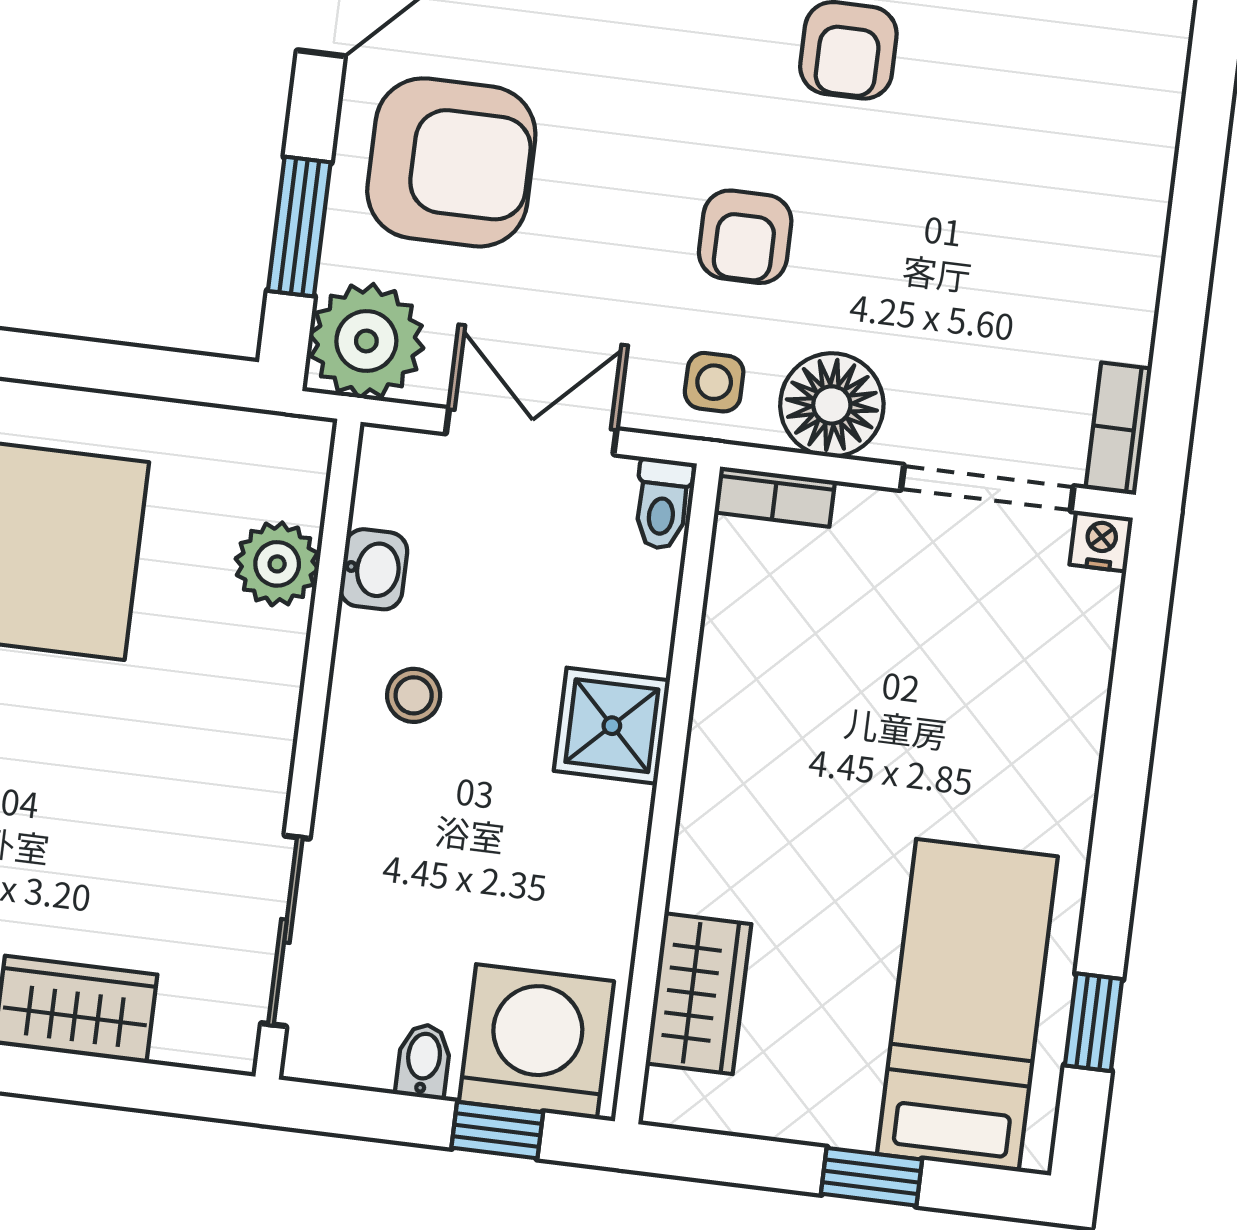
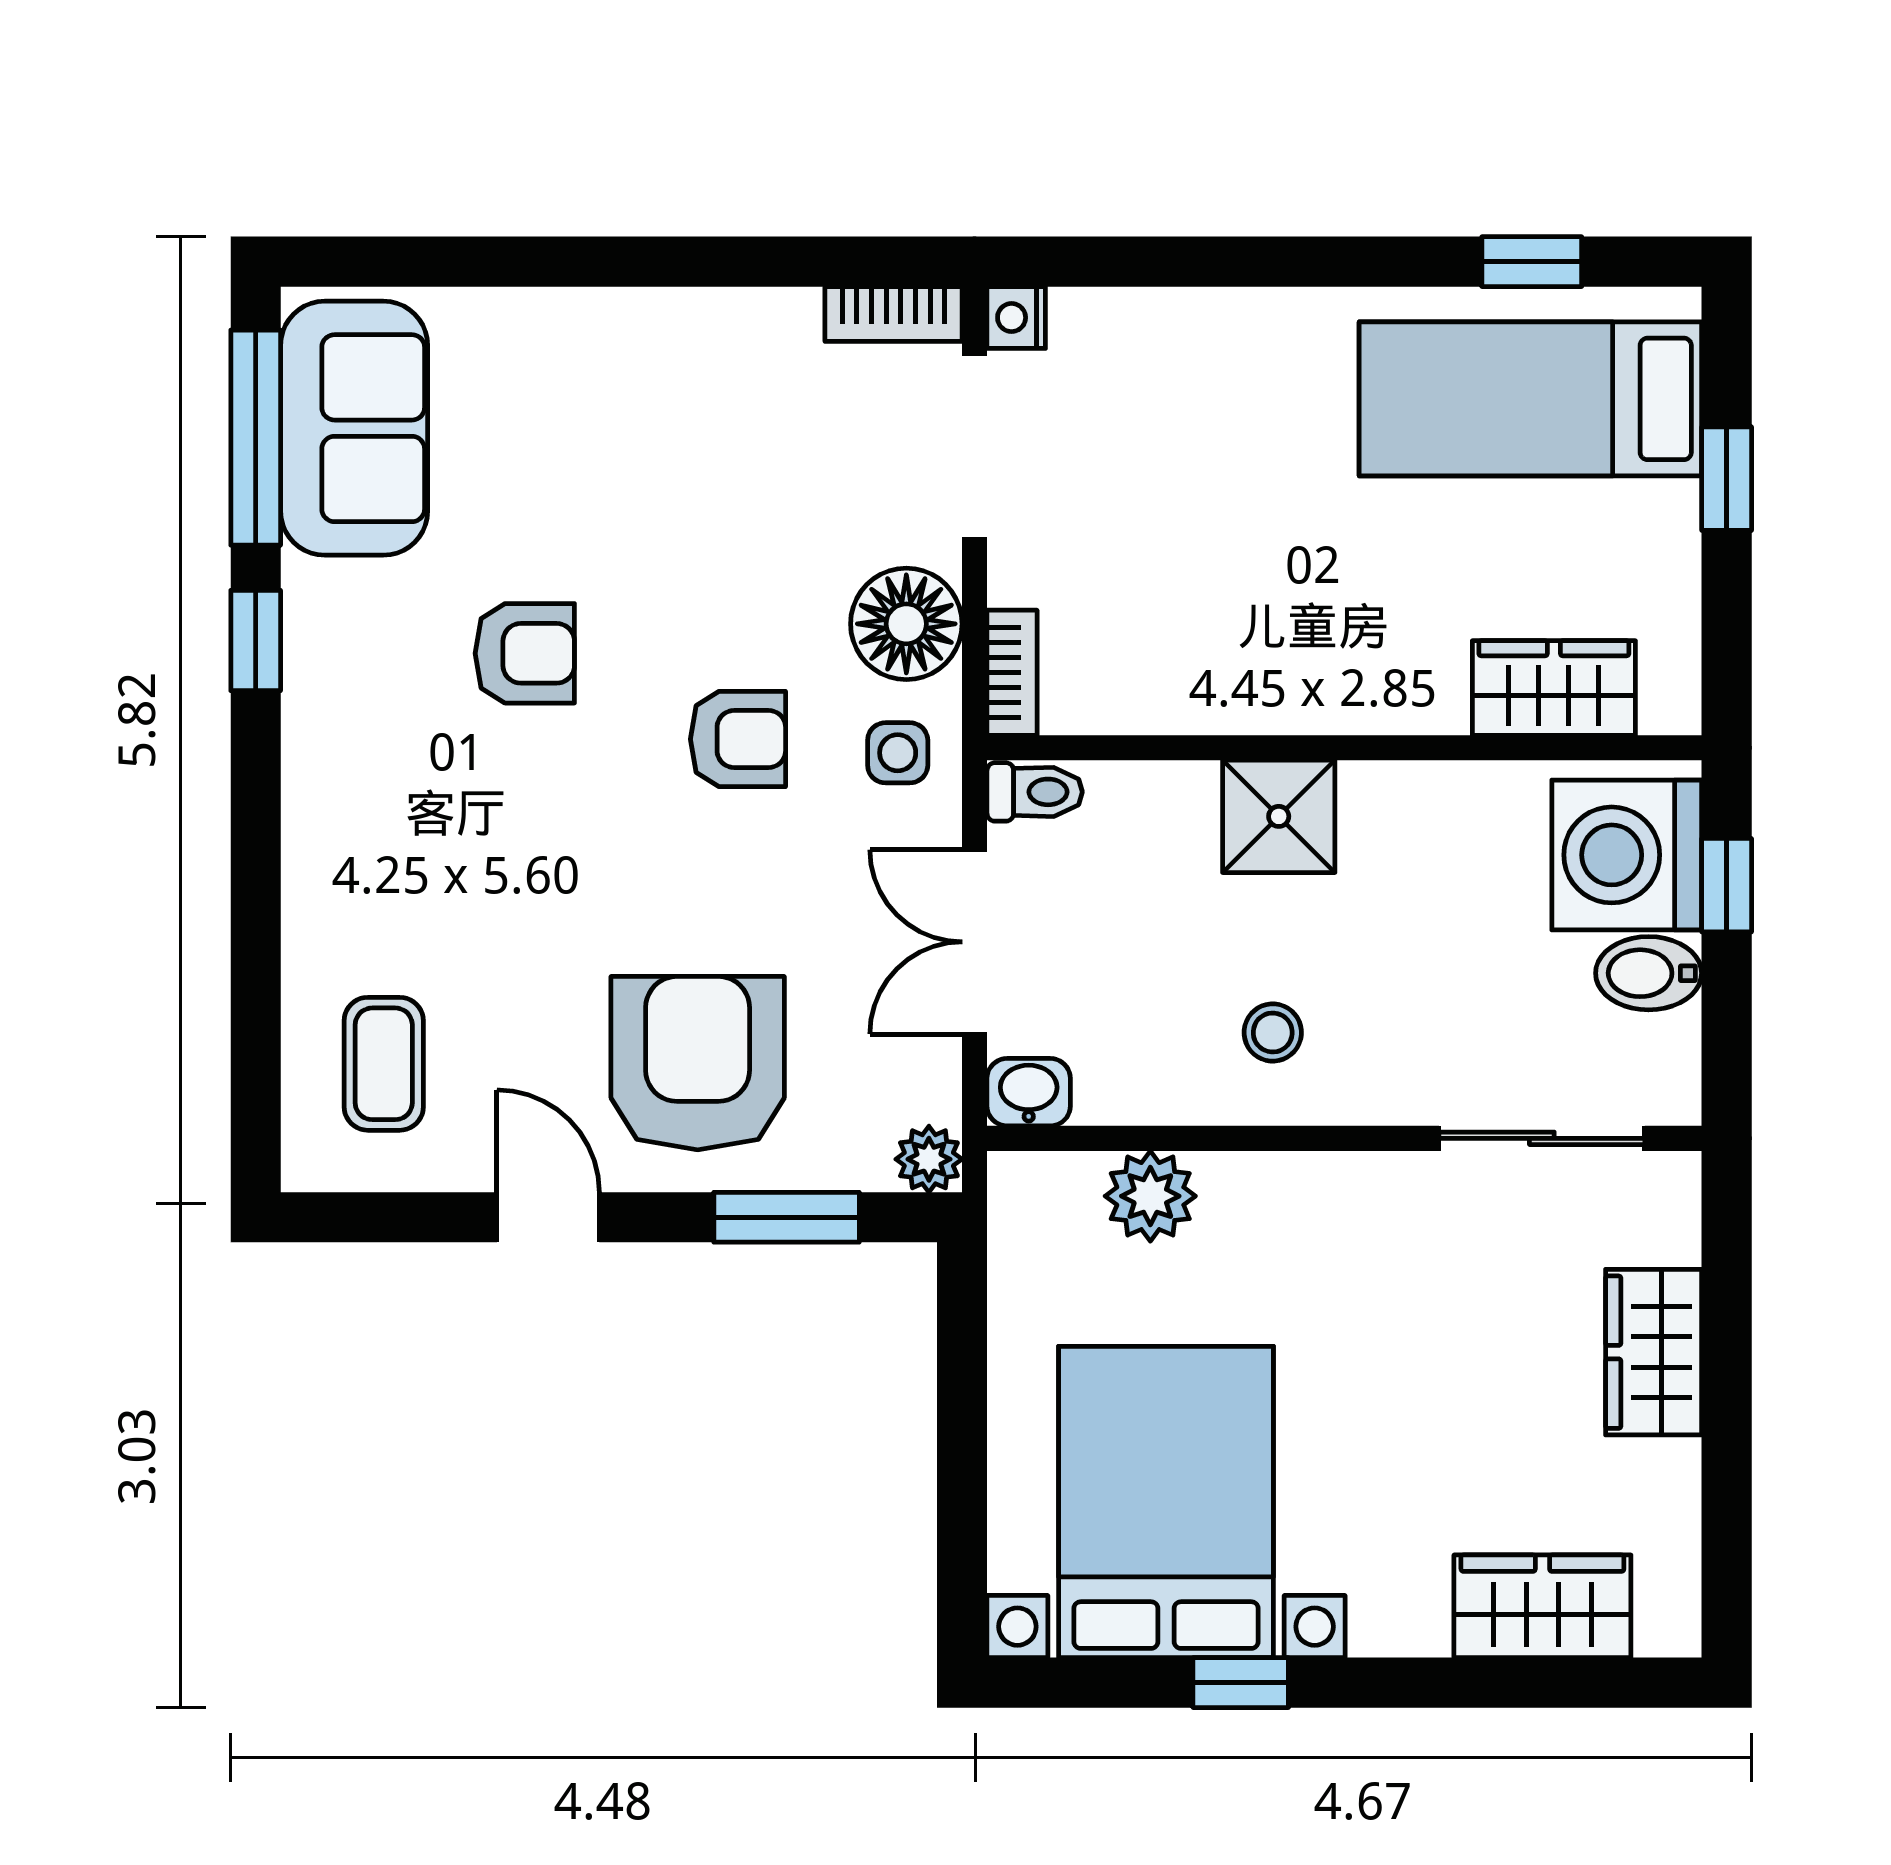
plant: (366, 341) -> (929, 1159), width x0.53, depth x0.53
washbasin: (374, 569) -> (1029, 1092), moved
bidet: (423, 1061) -> (1649, 973), width x1.38, depth x1.36

